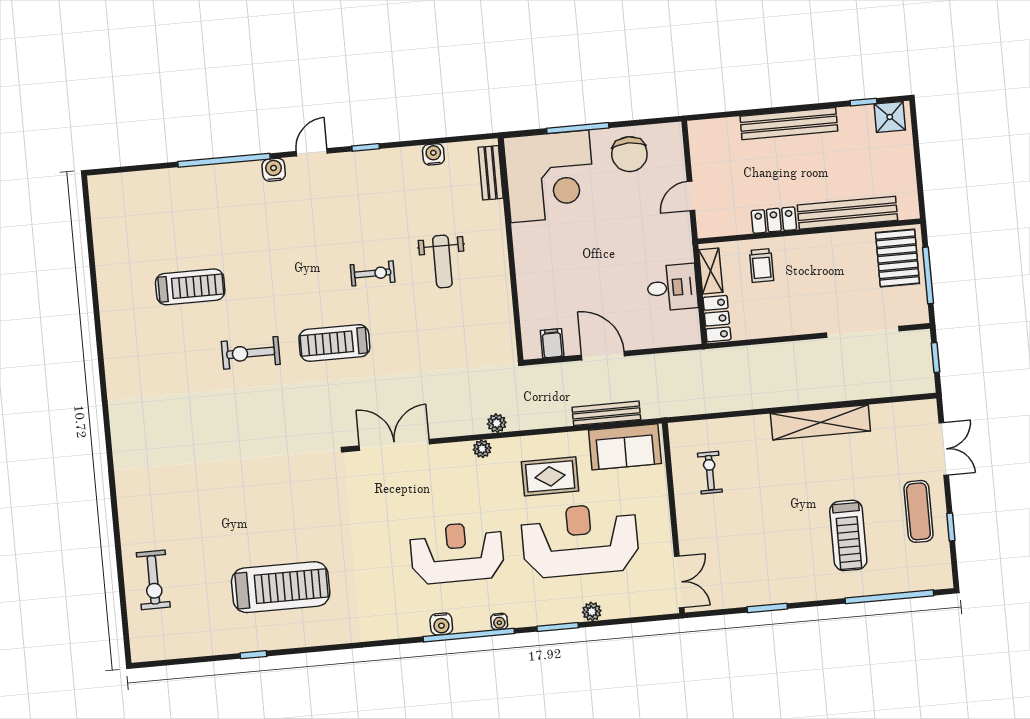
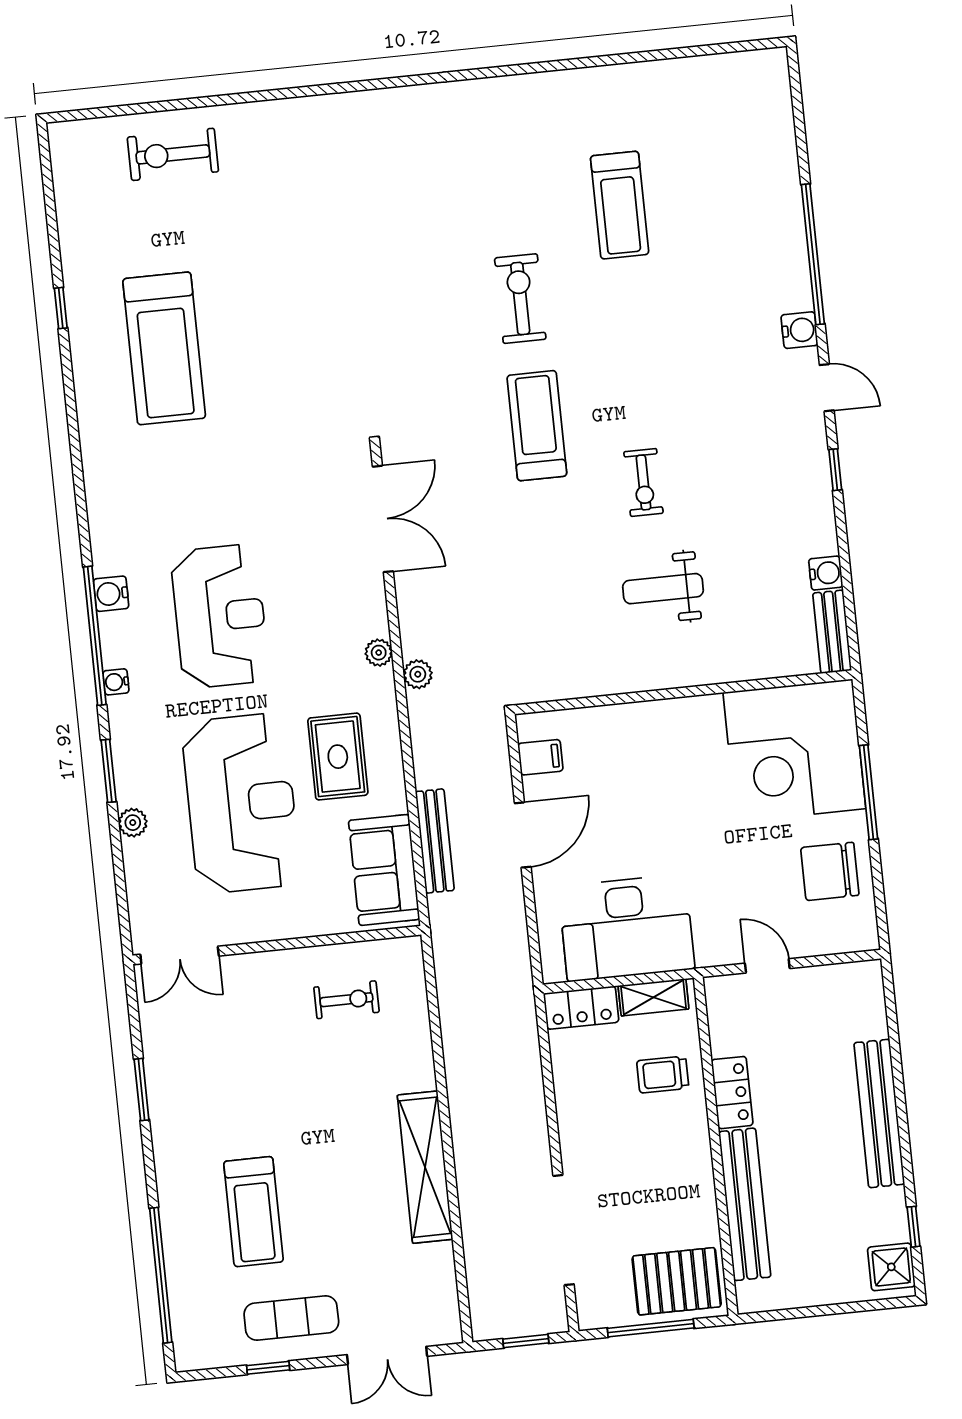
bench: (491, 173) -> (832, 632), moved, turned 90
desk: (672, 287) -> (627, 928), width x1.87, depth x1.30
treadmill: (848, 535) -> (253, 1212), turned -90

